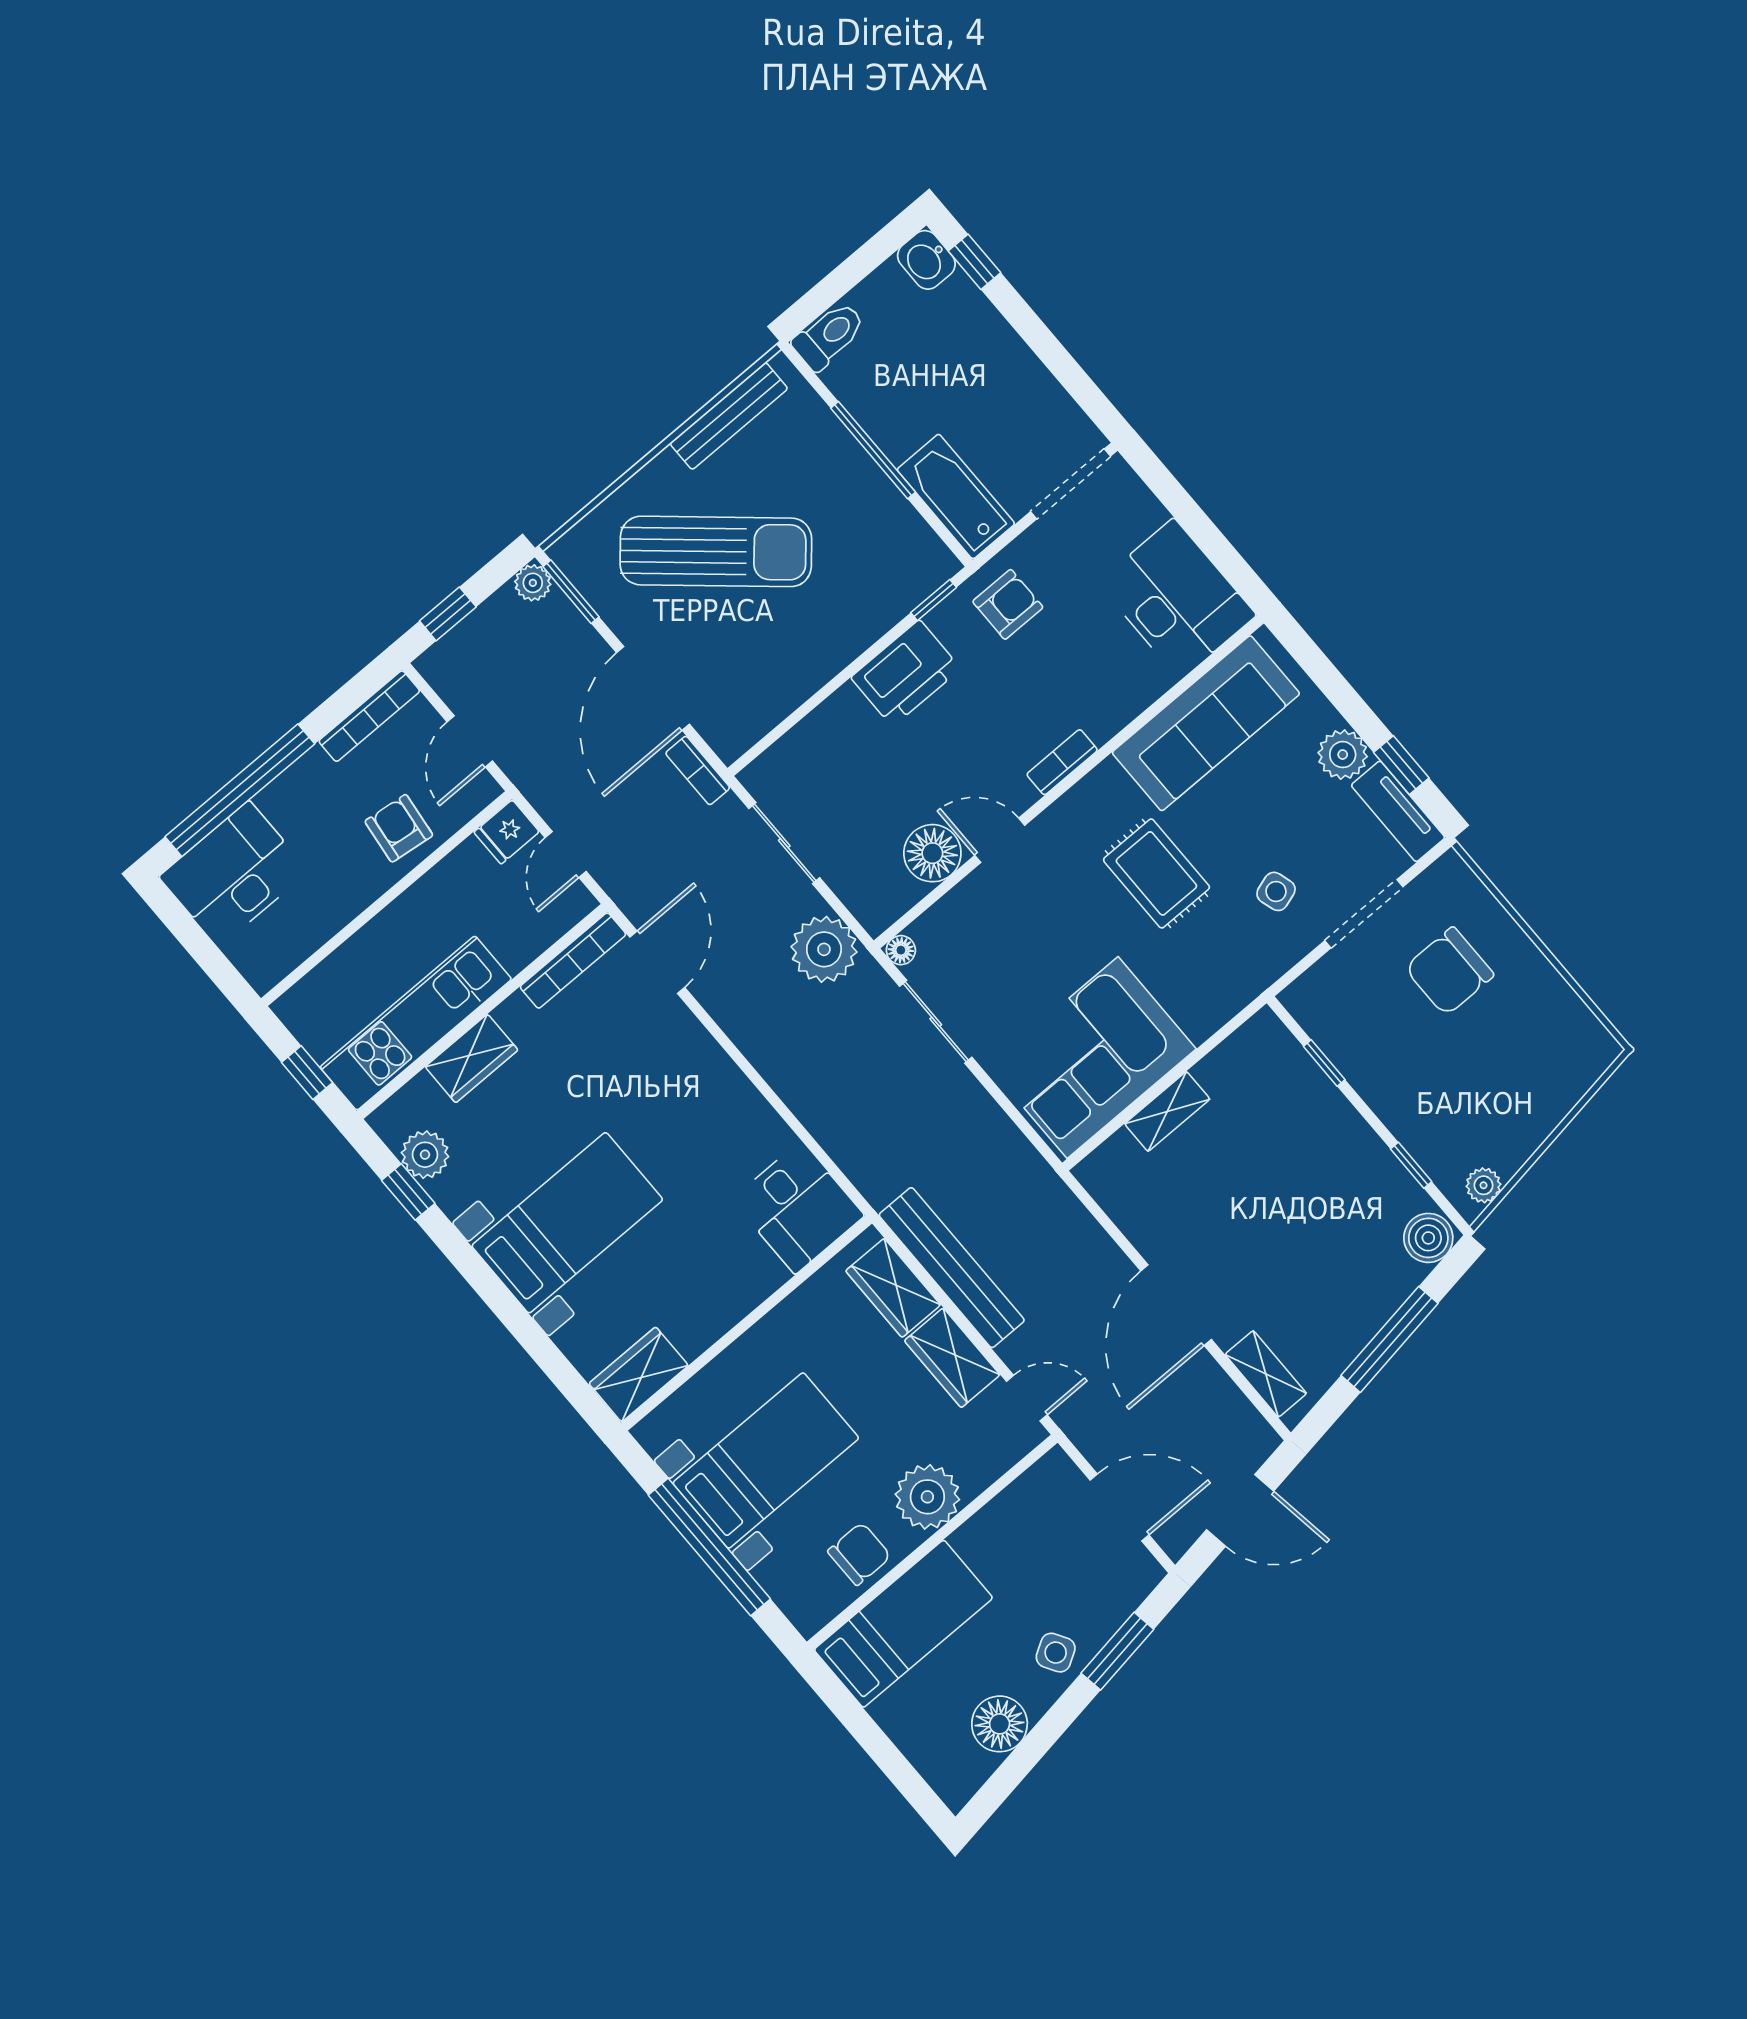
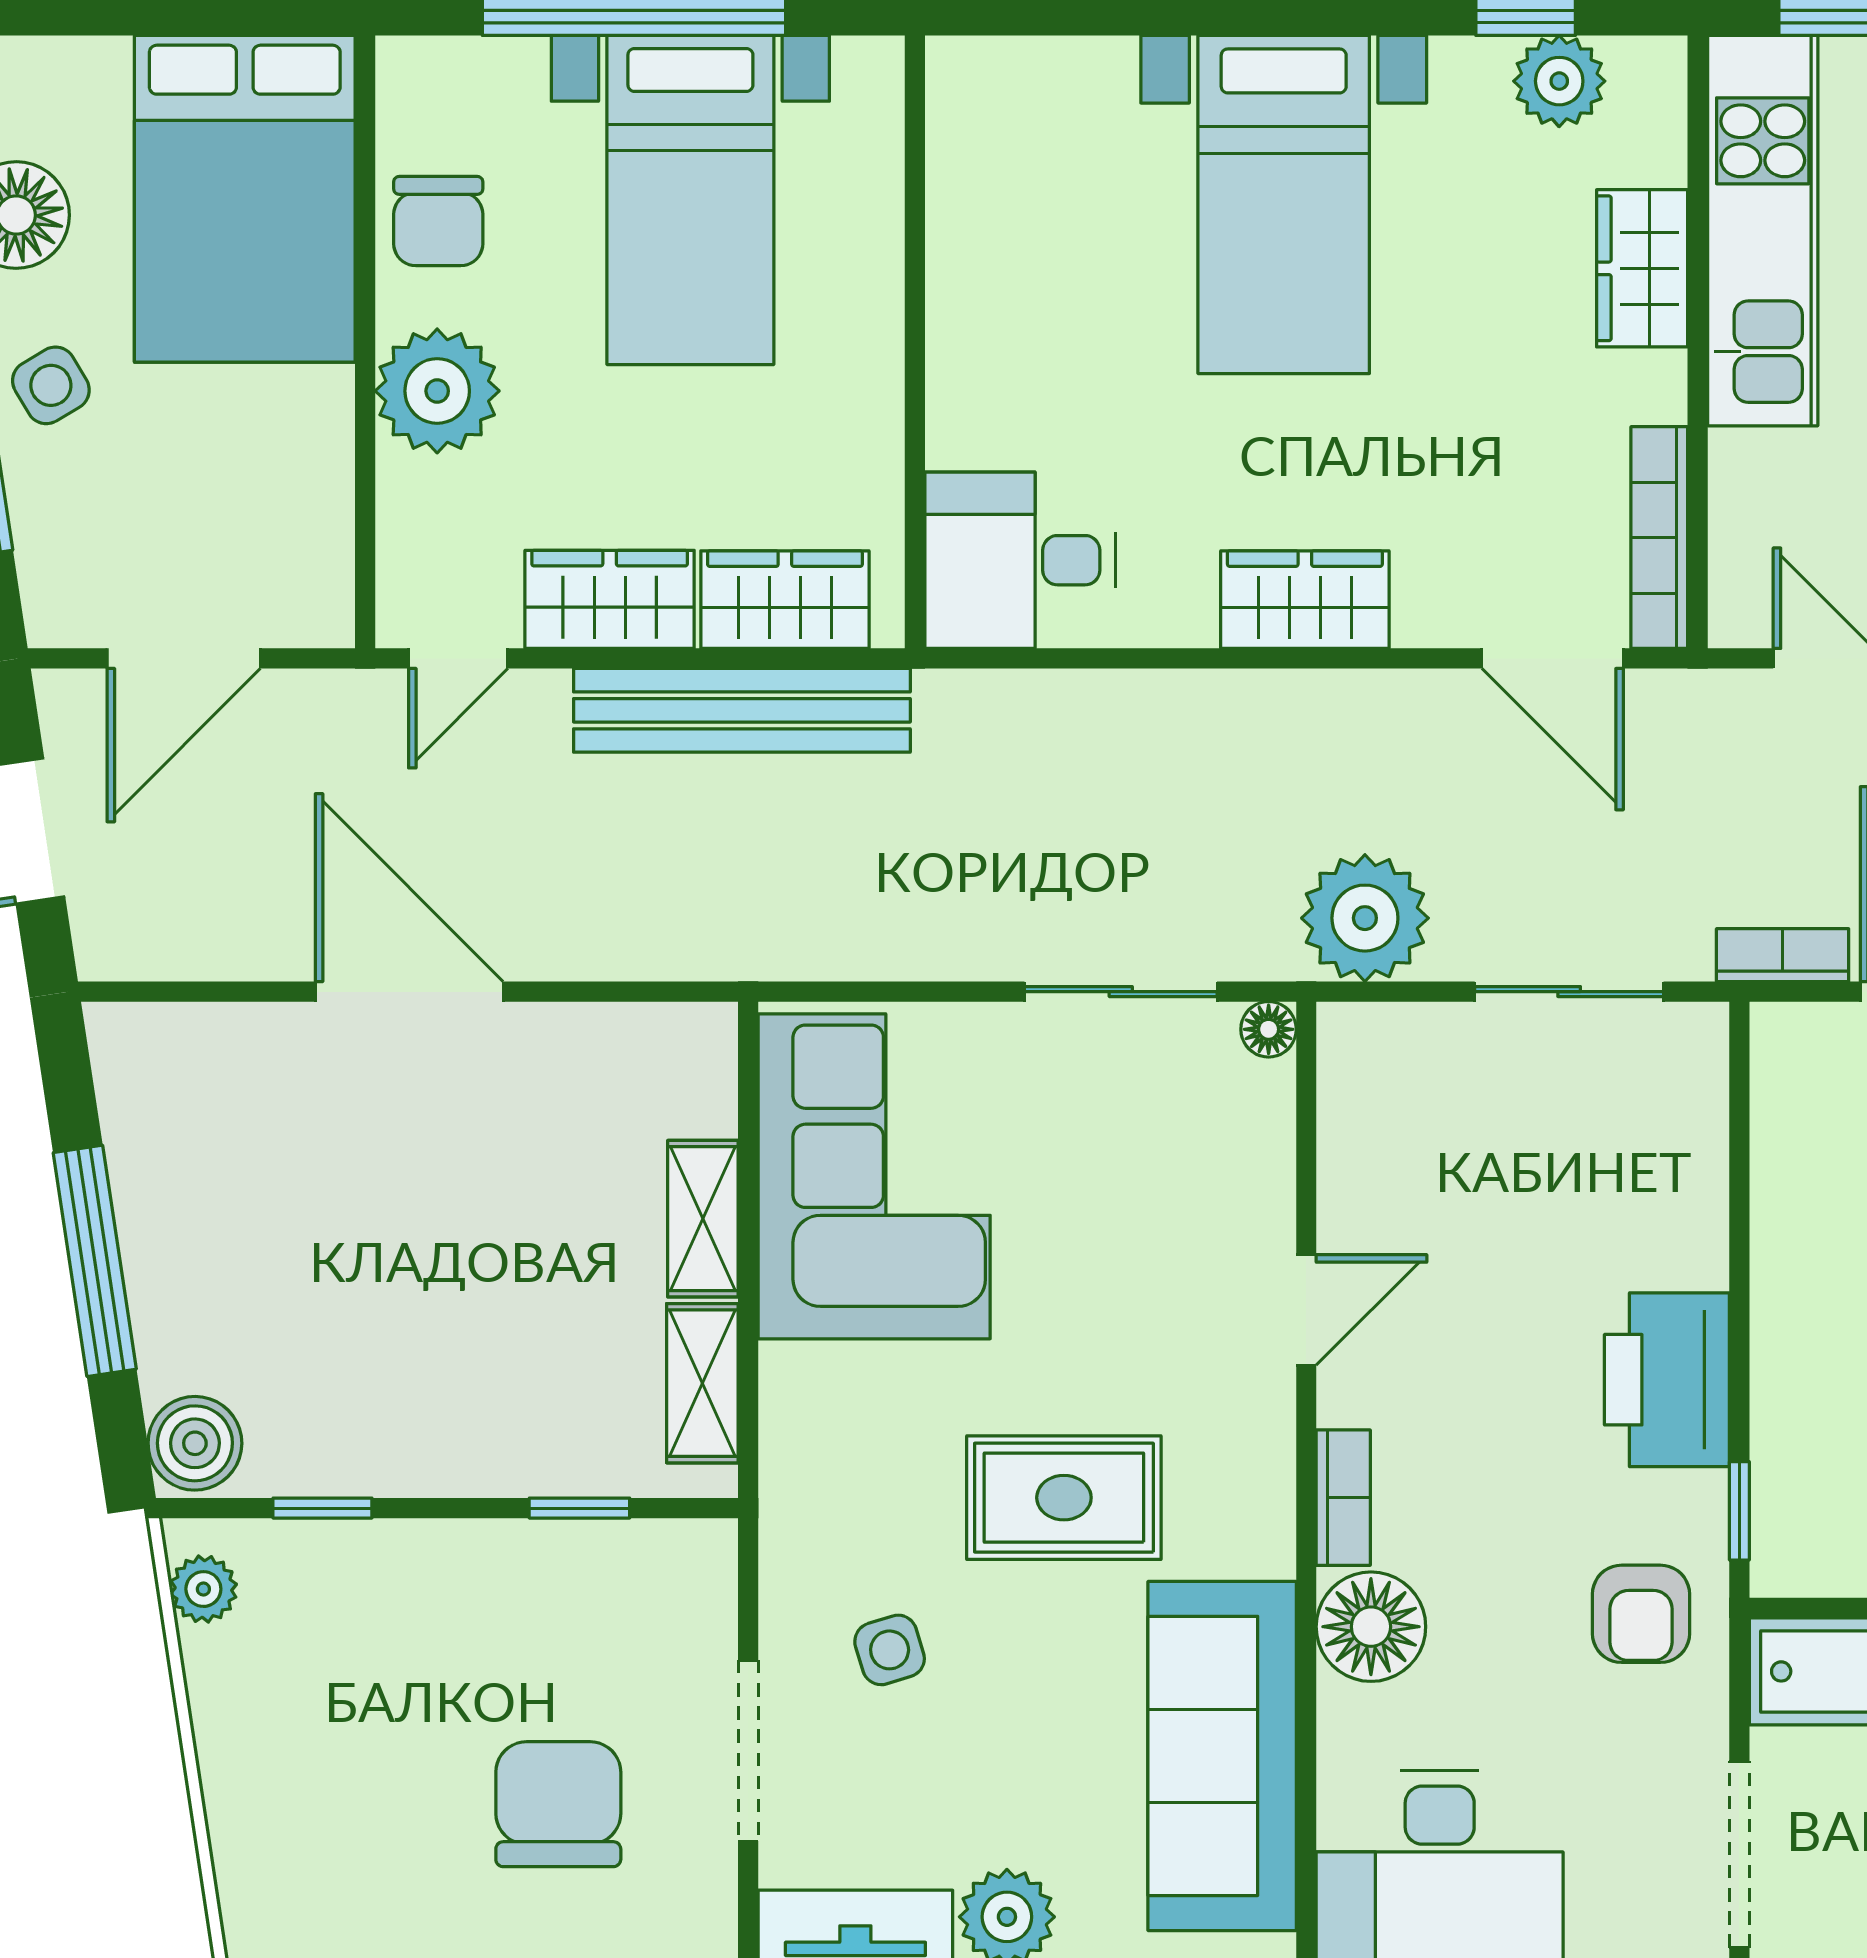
floor lamp: (932, 853) -> (1371, 1627), moved
wardrobe: (639, 1374) -> (1305, 600), moved, turned -90
shelving: (1266, 1374) -> (702, 1383), moved, turned 90
bed: (903, 1624) -> (245, 199), width x1.50

